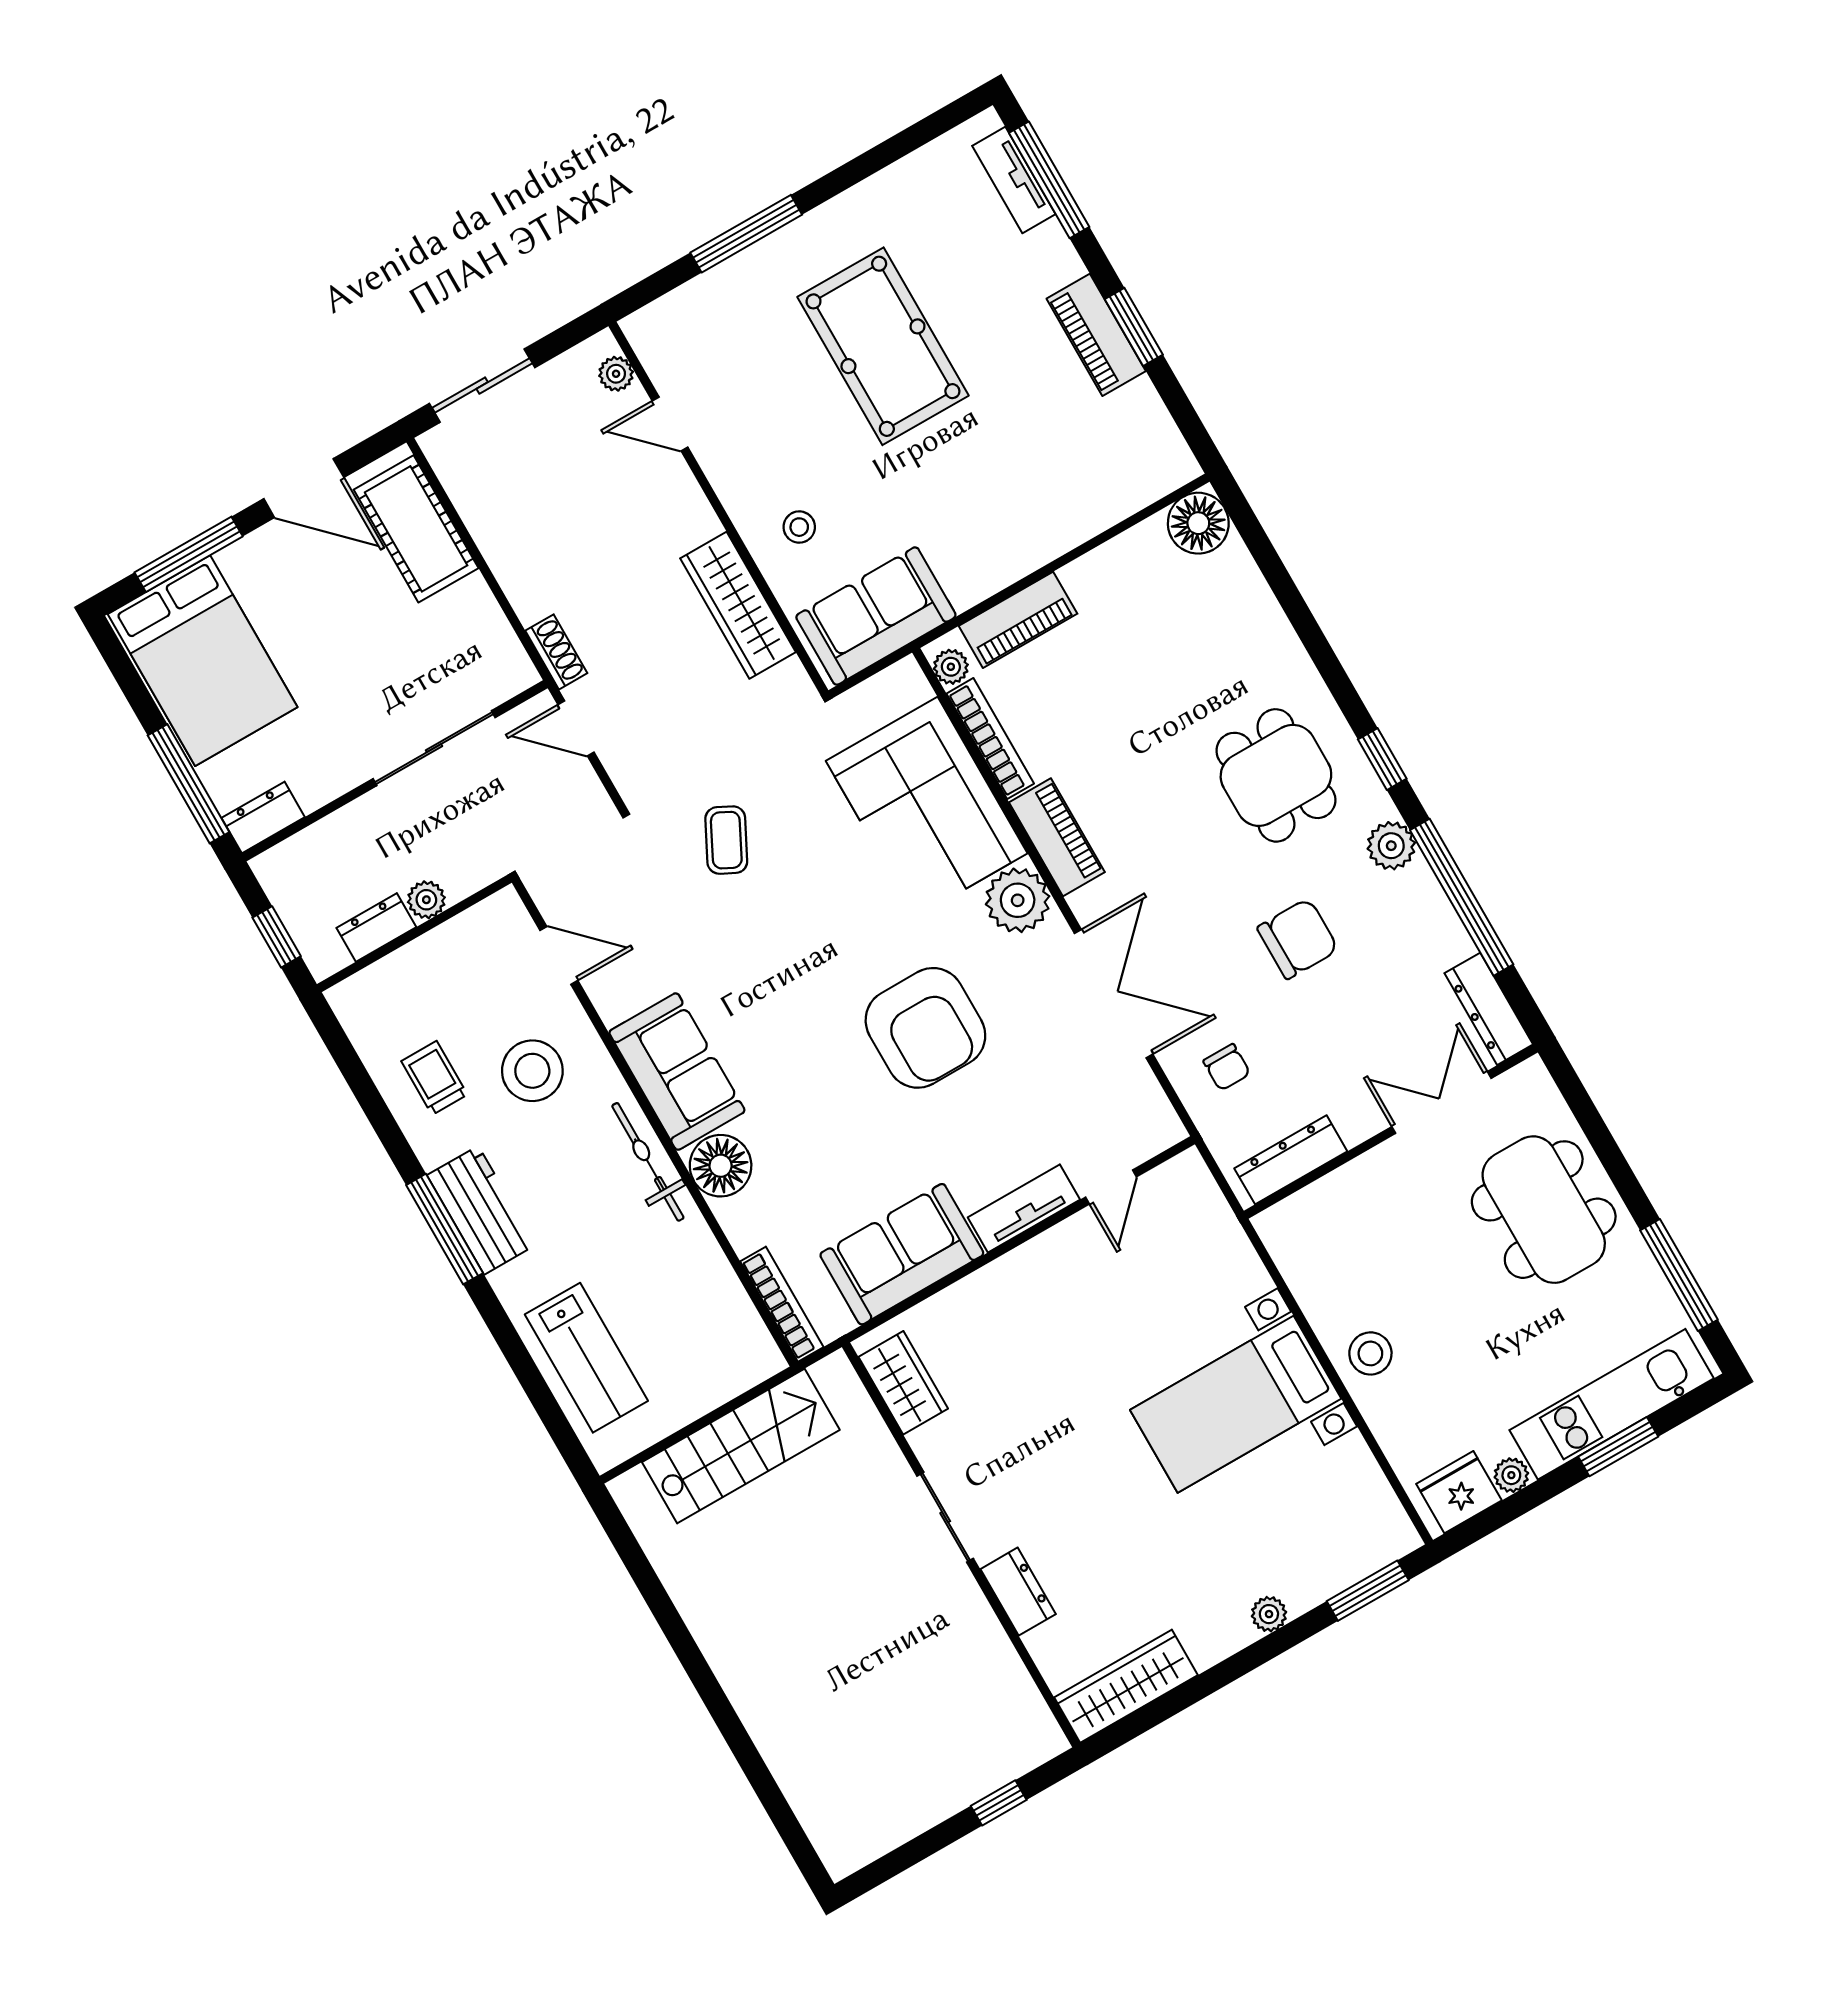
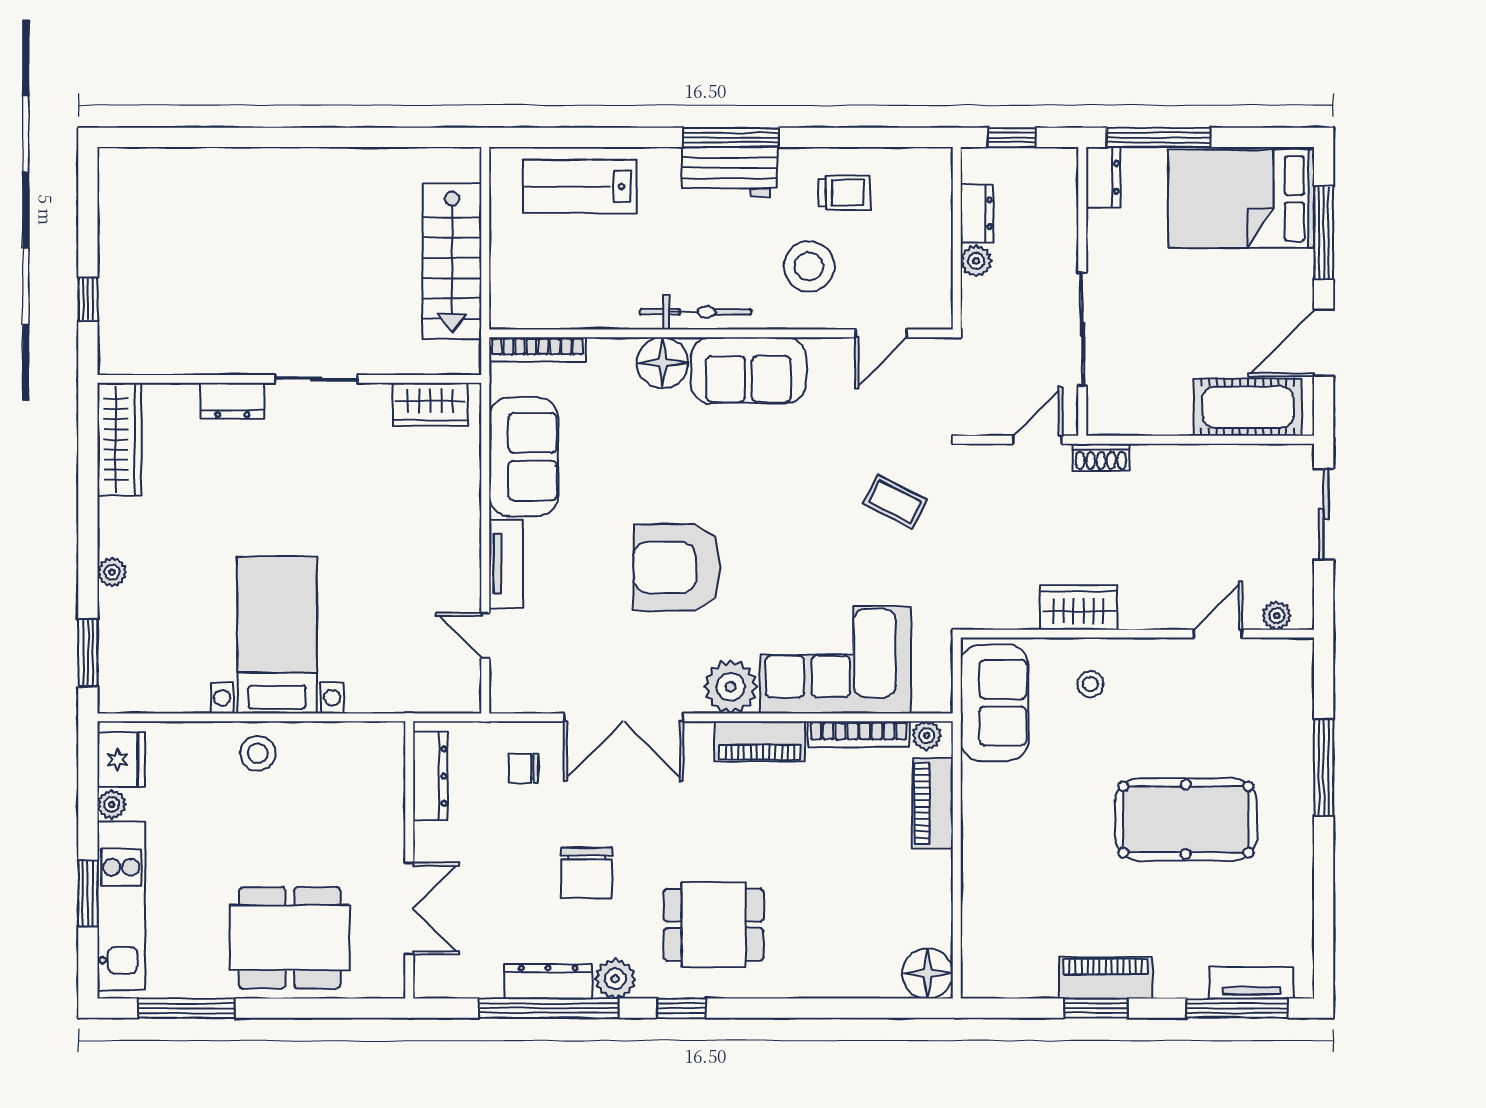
wardrobe: (738, 605) -> (1079, 608), width x0.67
dresser: (1489, 1009) -> (548, 981), moved

